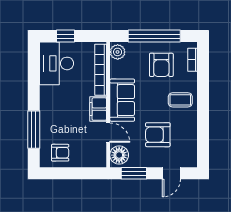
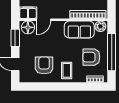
sofa: (122, 100) -> (79, 30), moved
filing cabinet: (98, 109) -> (28, 13), moved
armchair: (158, 135) -> (44, 65), moved

